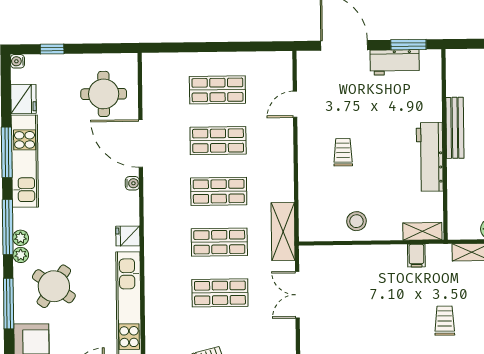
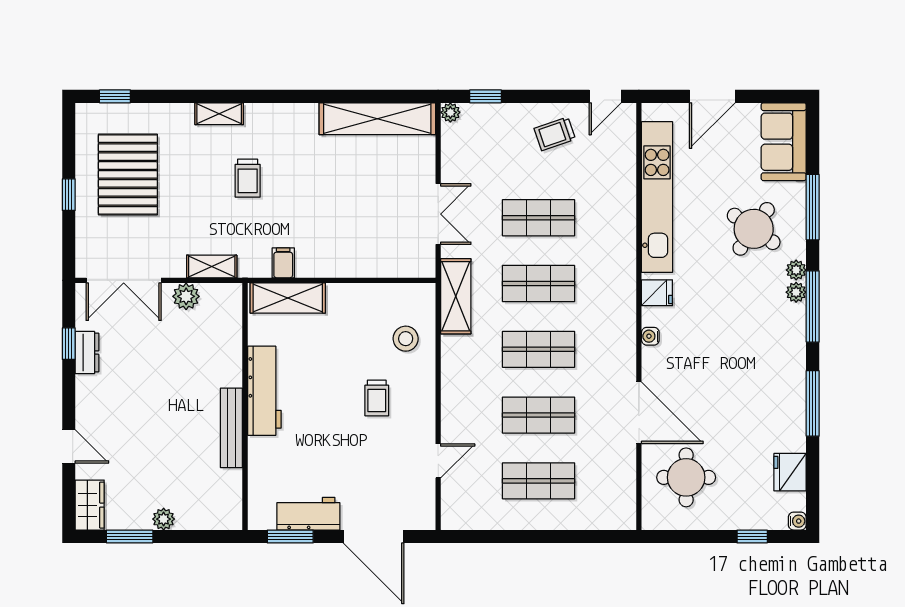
kitchen unit: (25, 161) -> (789, 392), removed
water cooler: (132, 183) -> (650, 336), moved
stool: (356, 221) -> (406, 339), moved
shelving: (422, 231) -> (288, 298), width x1.50, depth x1.33

